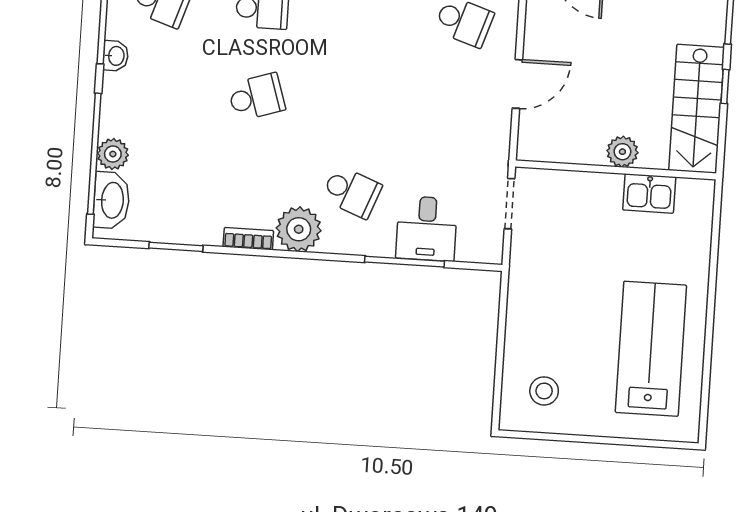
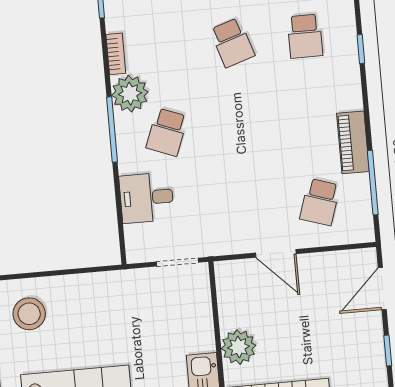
plant: (622, 152) -> (239, 347), width x1.36, depth x1.36
window: (405, 262) -> (112, 129), moved
stool: (544, 391) -> (29, 314), width x1.38, depth x1.38

